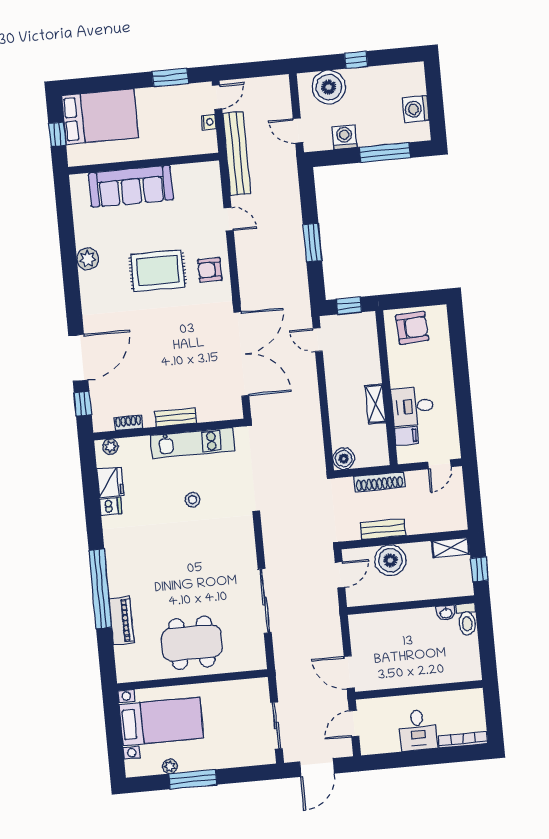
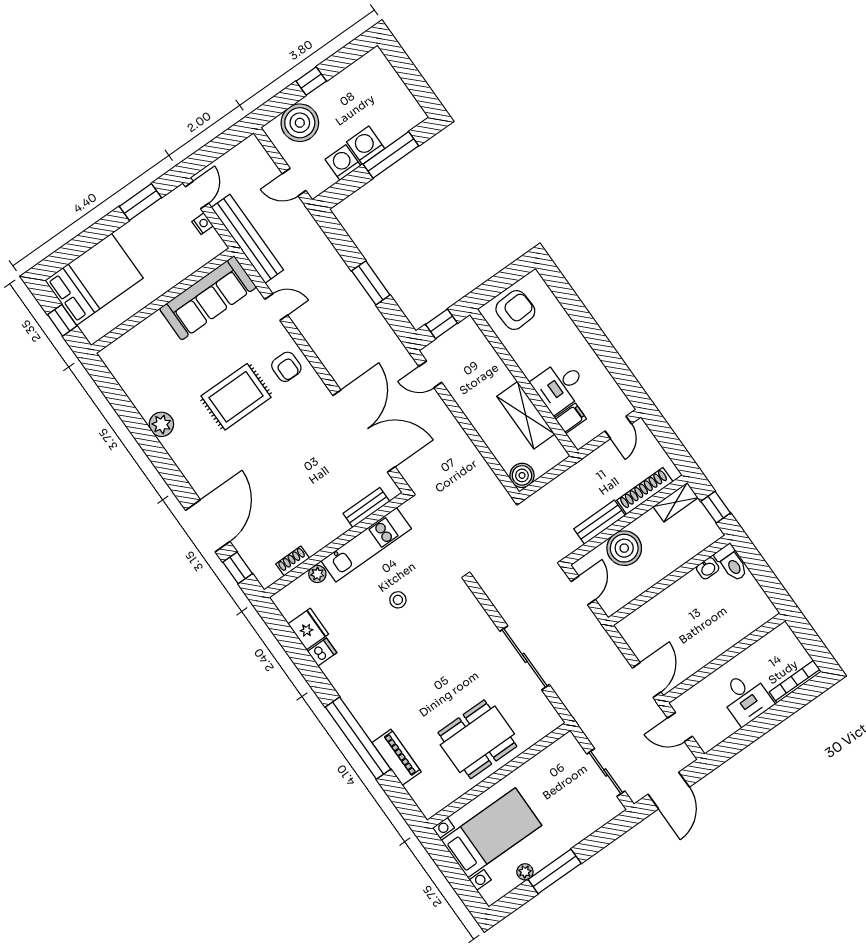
washing machine: (416, 109) -> (366, 145), moved, turned 90
sofa: (131, 186) -> (208, 298), moved
armchair: (210, 270) -> (286, 367), turned -90
shelving: (375, 404) -> (526, 415), width x1.50, depth x1.33
bench: (176, 417) -> (366, 507), moved
plant: (110, 447) -> (317, 574), moved
shoe rack: (379, 482) -> (645, 491), moved, turned 180
door: (349, 672) -> (647, 680), swing flipped
door: (354, 723) -> (680, 727), hinge flipped

